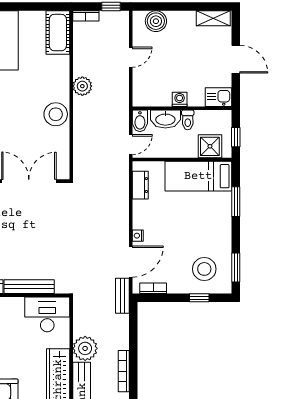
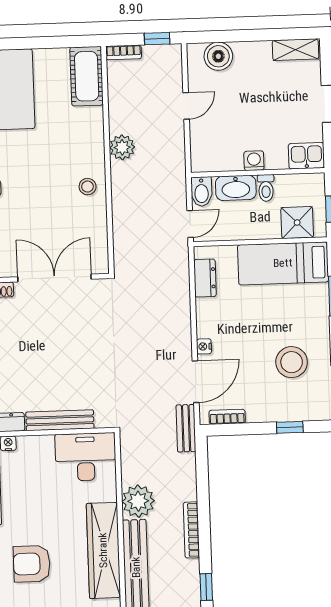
stool: (56, 114) -> (88, 187), width x0.53, depth x0.53
stool: (204, 269) -> (292, 362), moved

